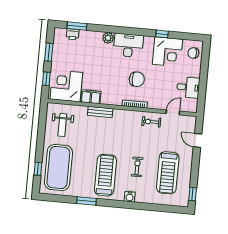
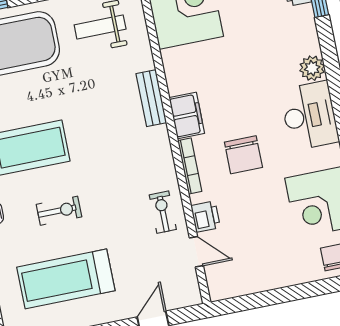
desk: (188, 87) -> (259, 268), removed
filing cabinet: (91, 97) -> (187, 116), moved
printer: (159, 104) -> (206, 217), added

